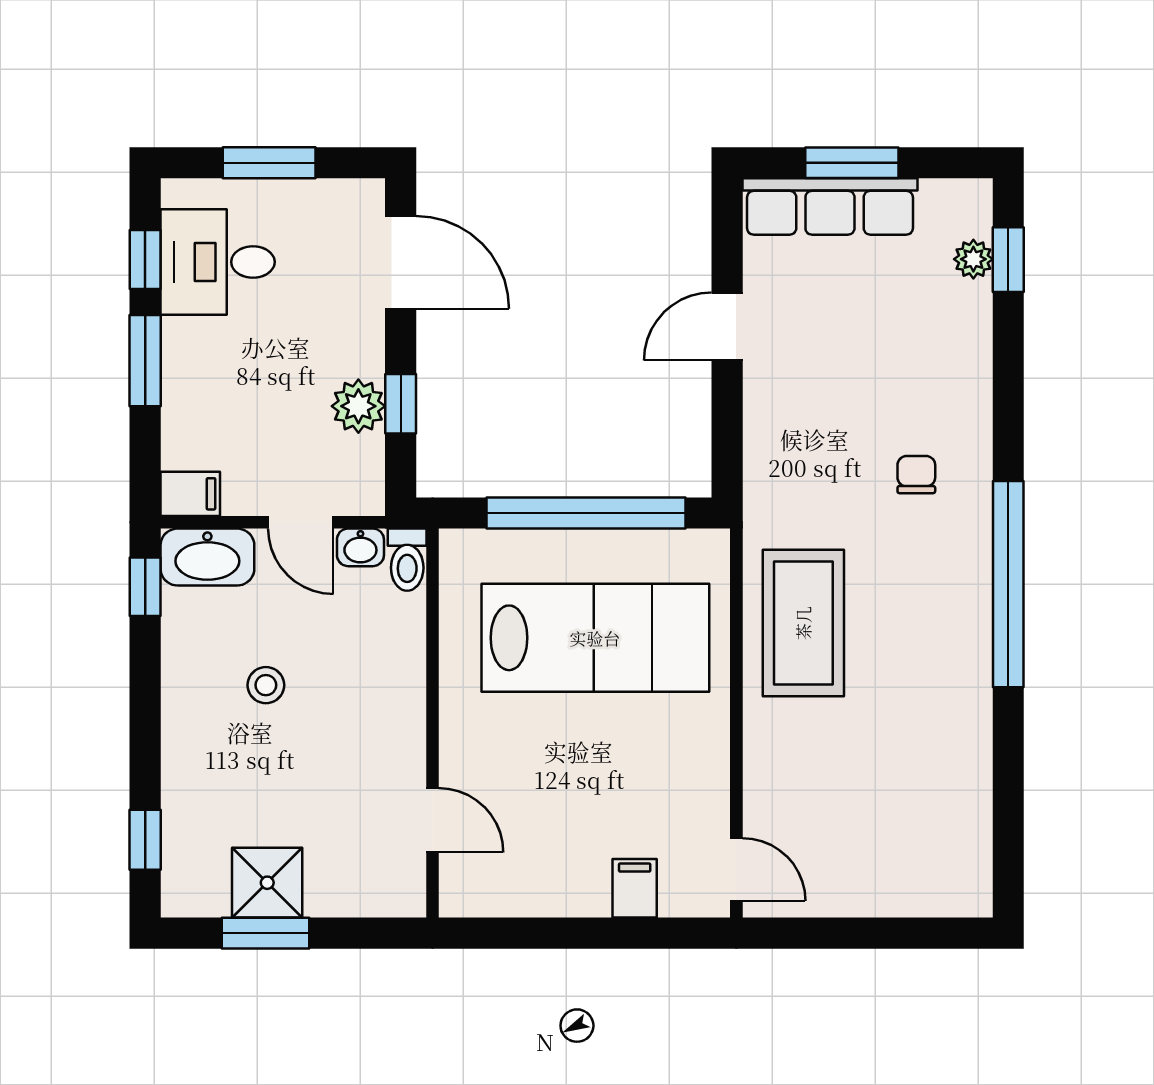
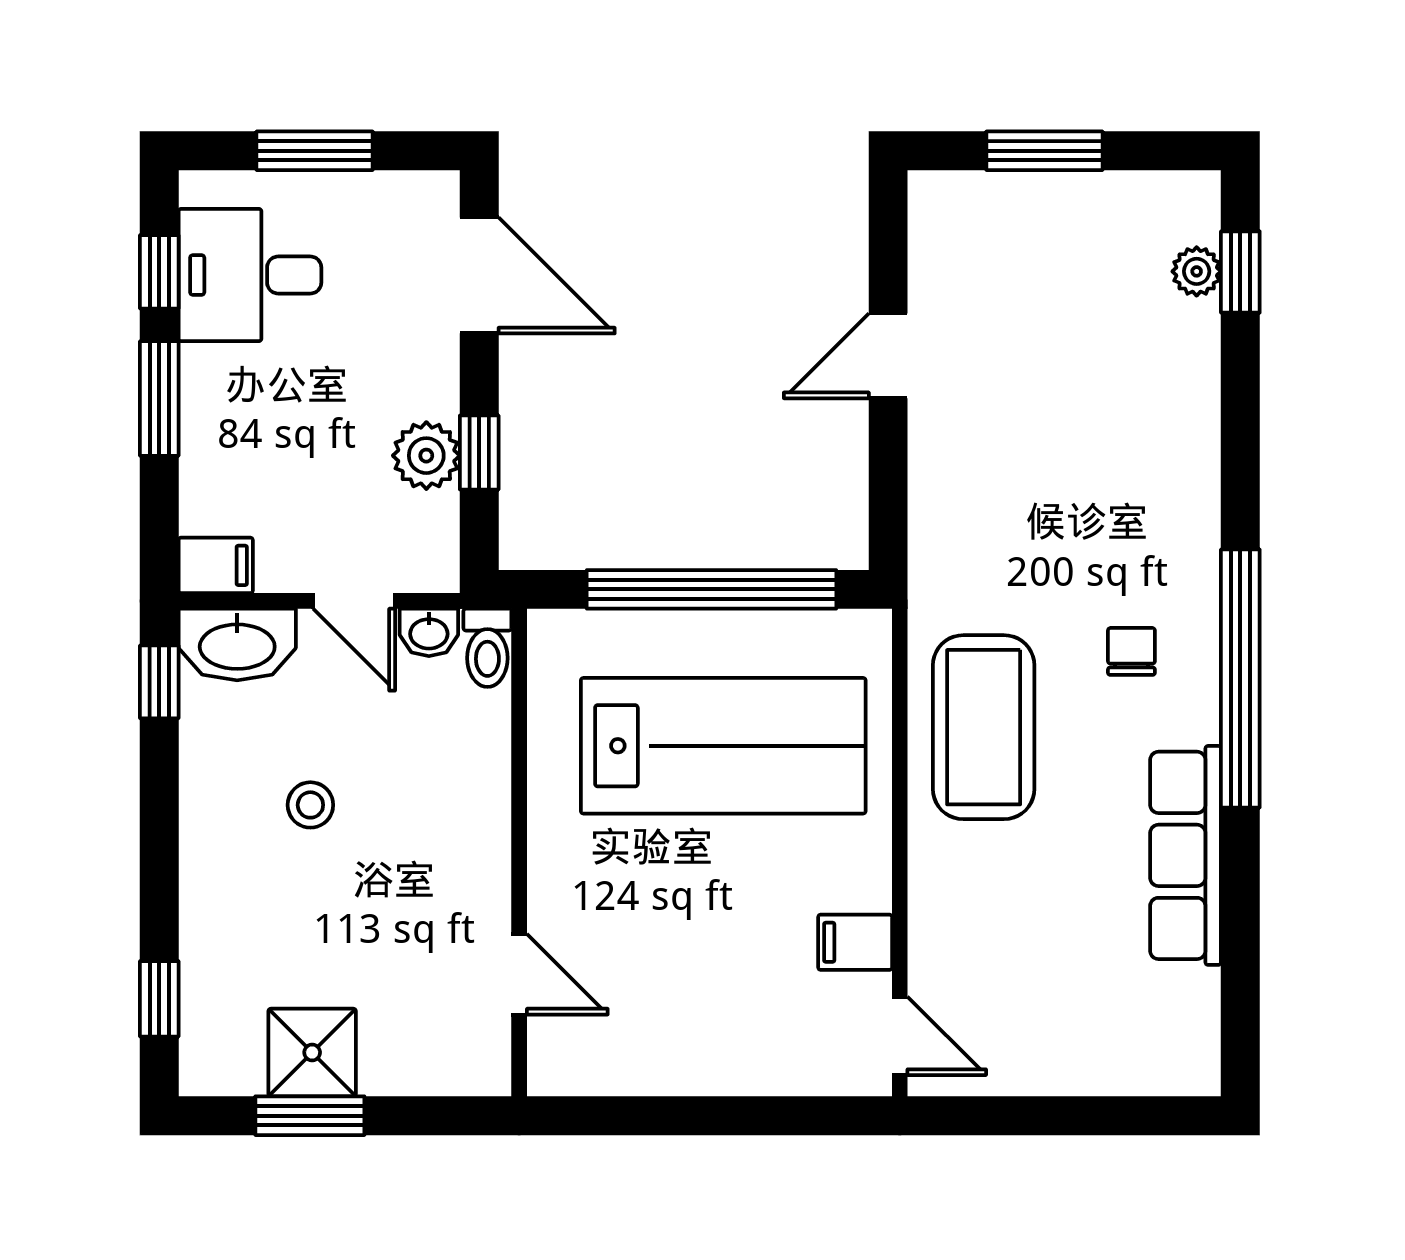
row of seats: (830, 207) -> (1186, 855), moved, turned 90
chair: (916, 475) -> (1131, 651), moved
filing cabinet: (635, 888) -> (855, 942), moved, turned -90

